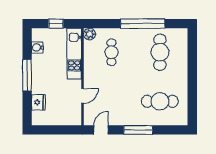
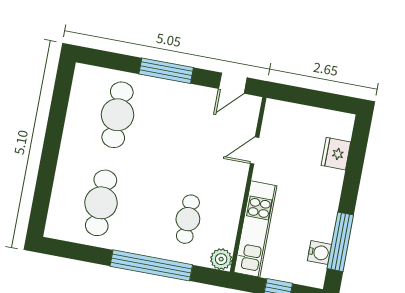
window: (143, 24) -> (151, 265), moved
window: (27, 75) -> (340, 242), moved
cafe table: (160, 101) -> (118, 115), turned 90

